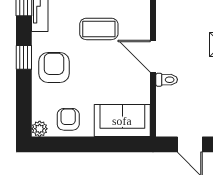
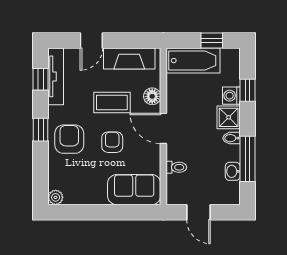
floor lamp: (141, 22) -> (152, 96), added
toilet: (167, 80) -> (176, 167), moved
armchair: (68, 119) -> (112, 142), moved

